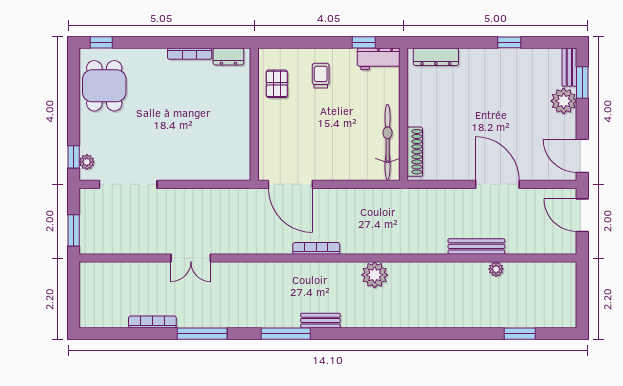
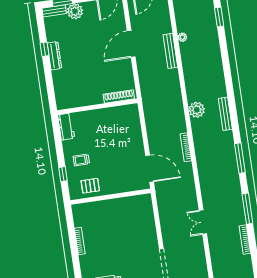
window: (364, 42) -> (63, 174), moved
dresser: (228, 57) -> (78, 217), removed
dresser: (436, 57) -> (54, 56), moved
bicycle: (388, 142) -> (115, 114), removed
door: (290, 184) -> (150, 169), hinge flipped
double door: (191, 258) -> (203, 222), swing flipped
bench: (320, 321) -> (225, 114), moved, width x1.36

